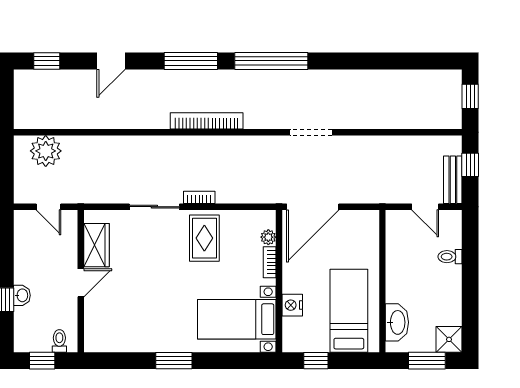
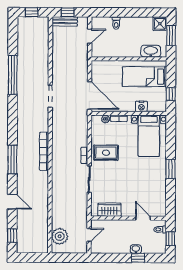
window: (271, 61) -> (13, 75), moved
bench: (453, 180) -> (65, 21), moved
door: (81, 283) -> (143, 218), moved

